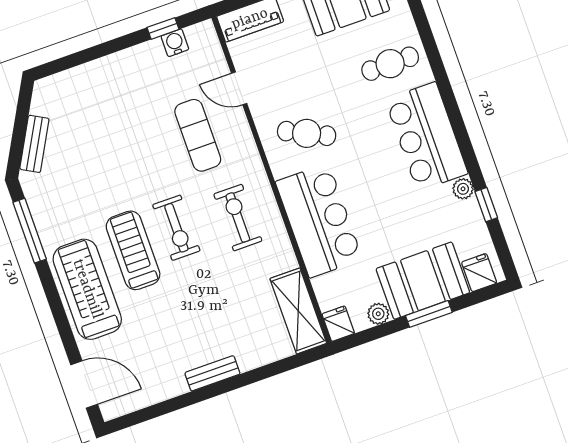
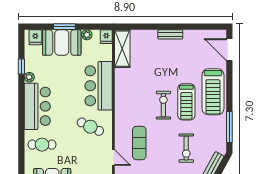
exercise bike: (238, 217) -> (186, 148), moved

